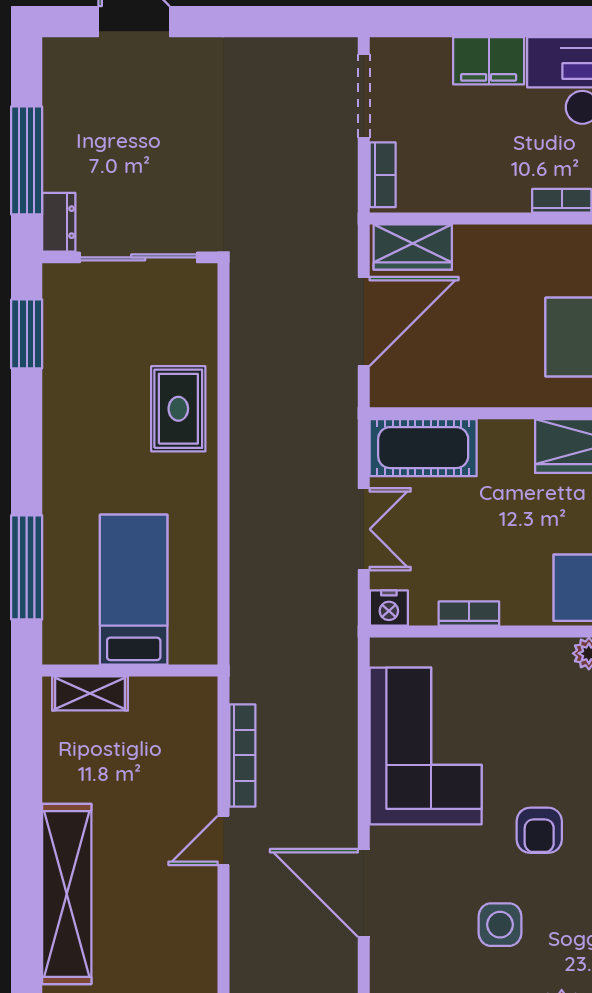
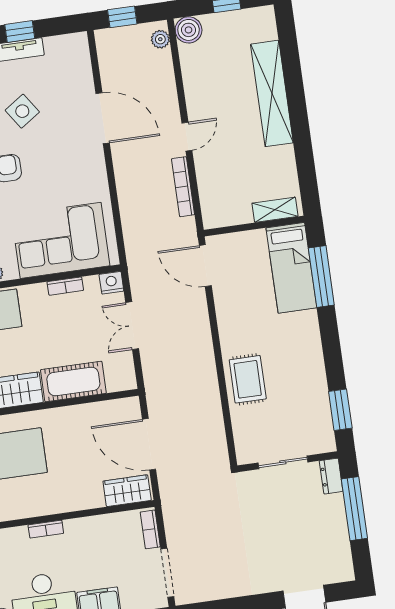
sliding door: (138, 257) -> (283, 462), width x0.73
door: (364, 321) -> (149, 444), hinge flipped
cot: (423, 448) -> (73, 382), moved
bed: (134, 590) -> (291, 268), moved
door: (223, 614) -> (205, 266), added
corner sofa: (426, 746) -> (61, 240), moved, turned 90
side table: (500, 925) -> (22, 111), turned -34

